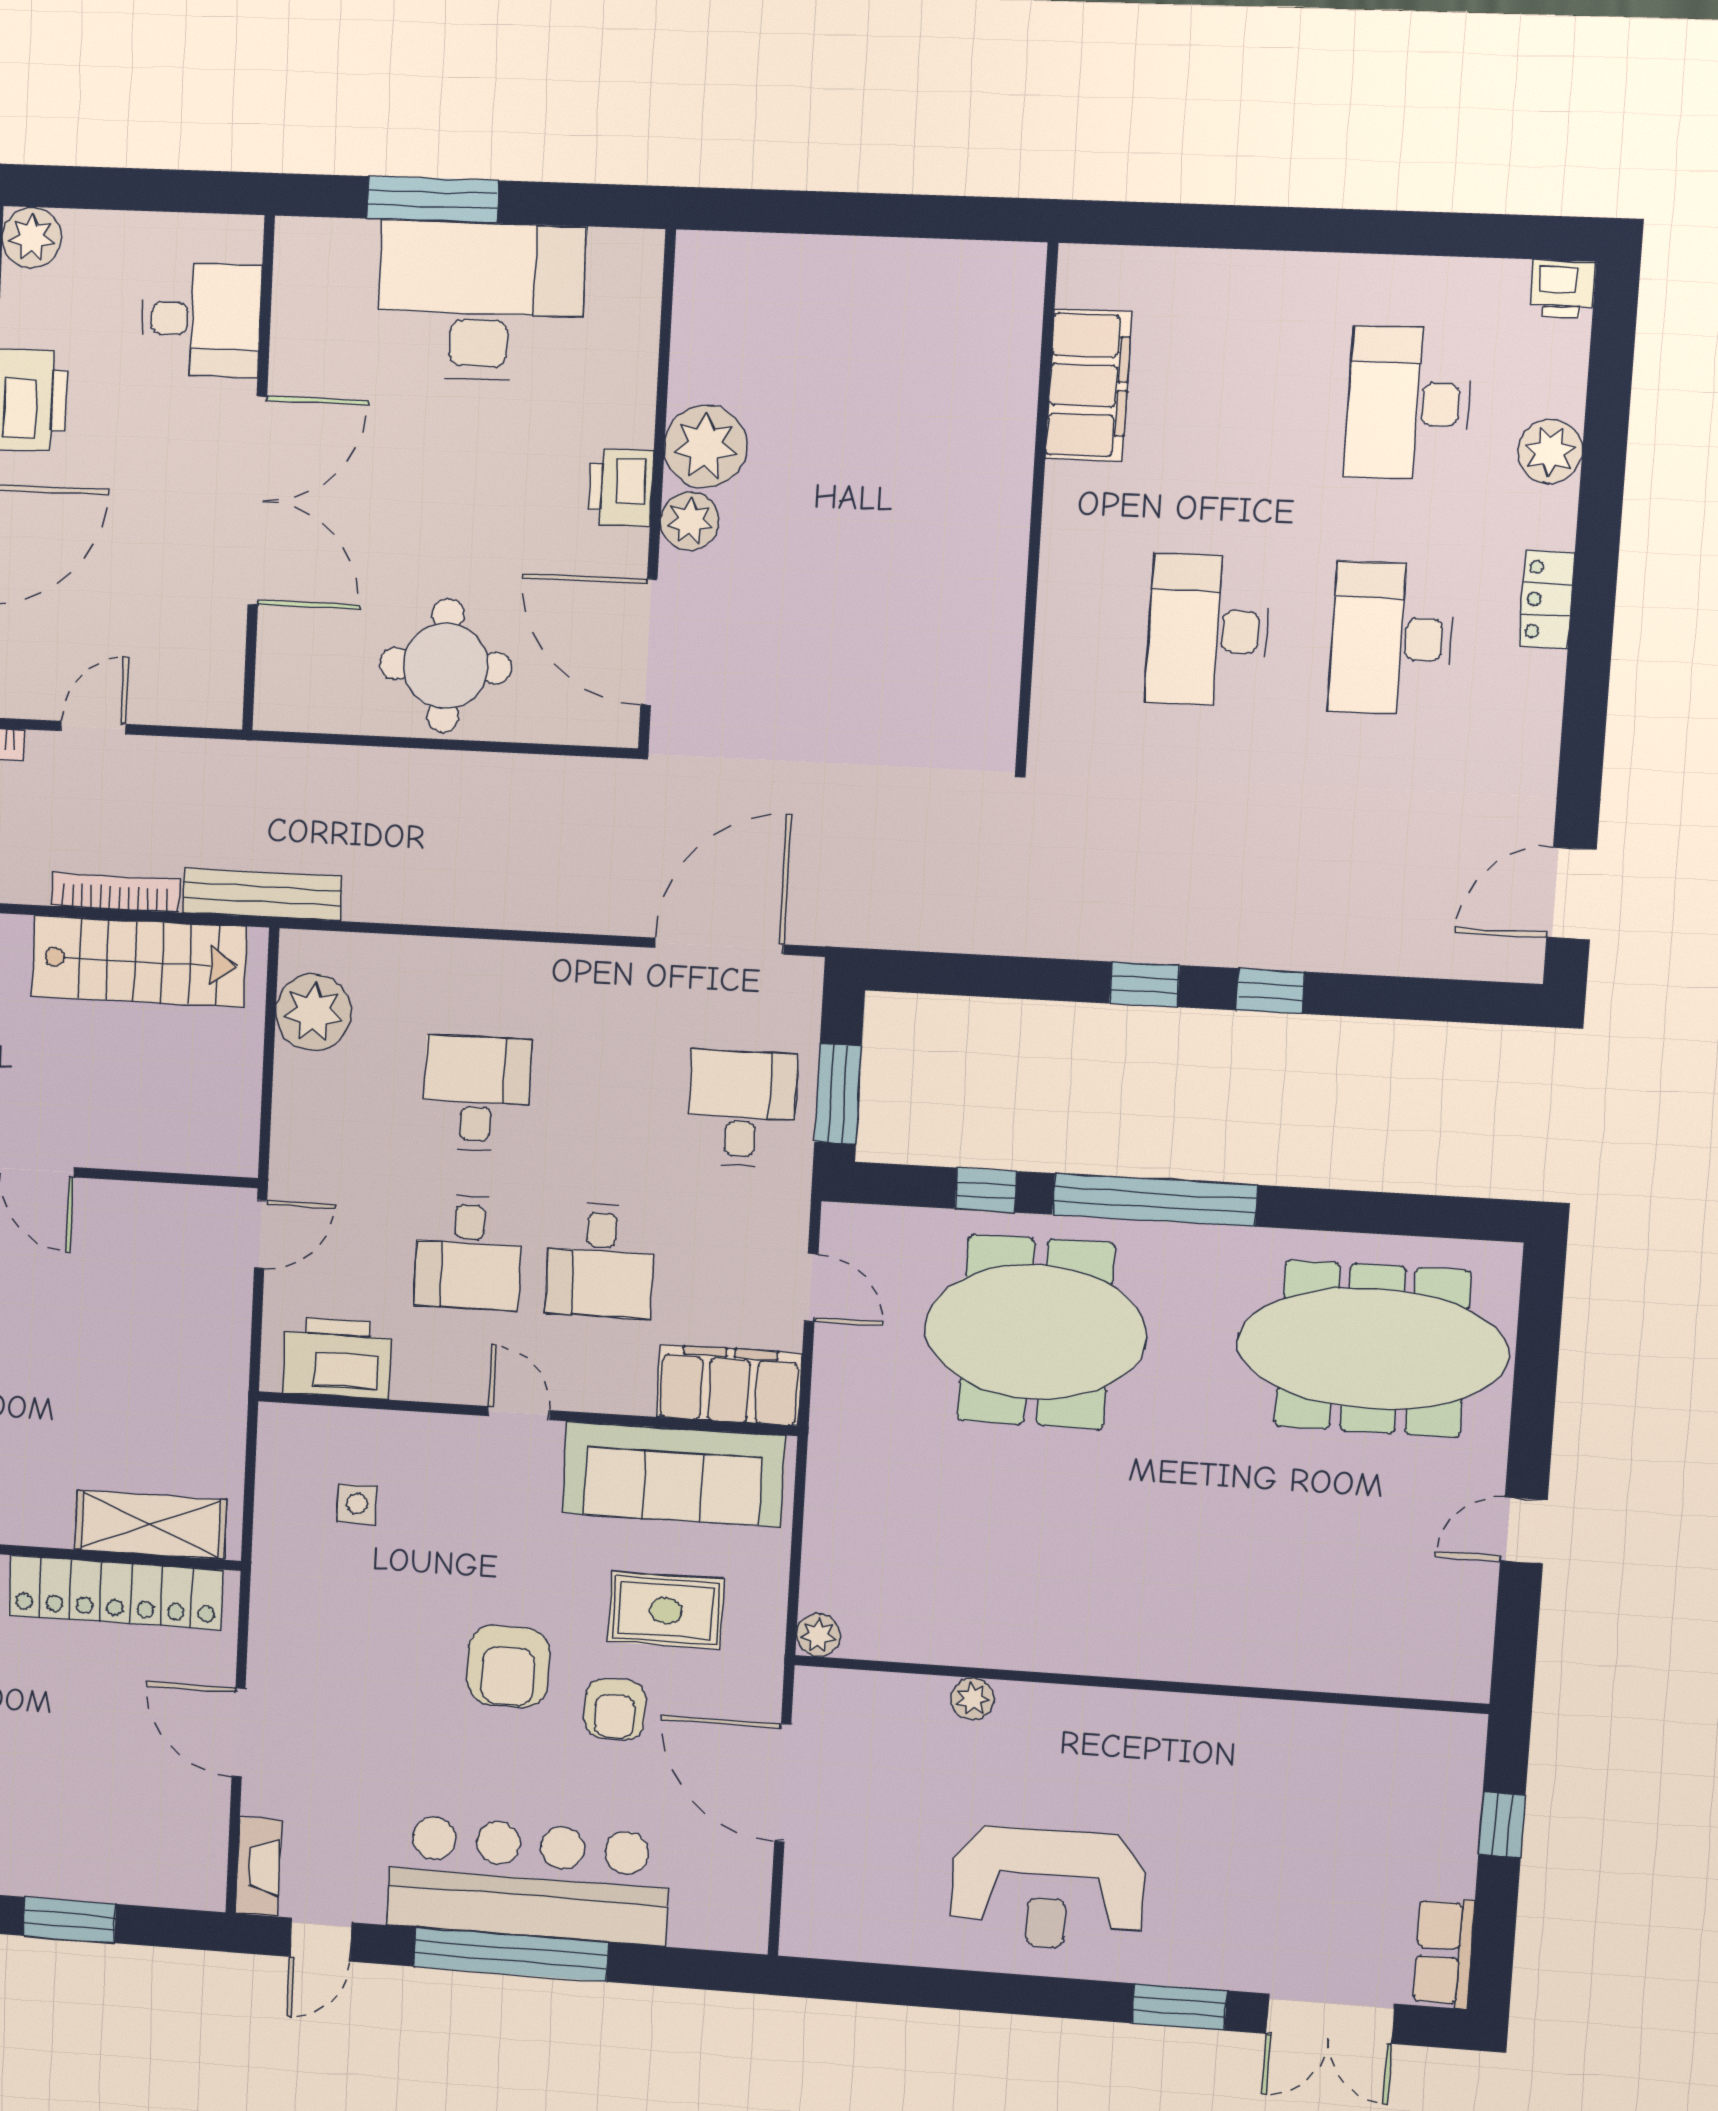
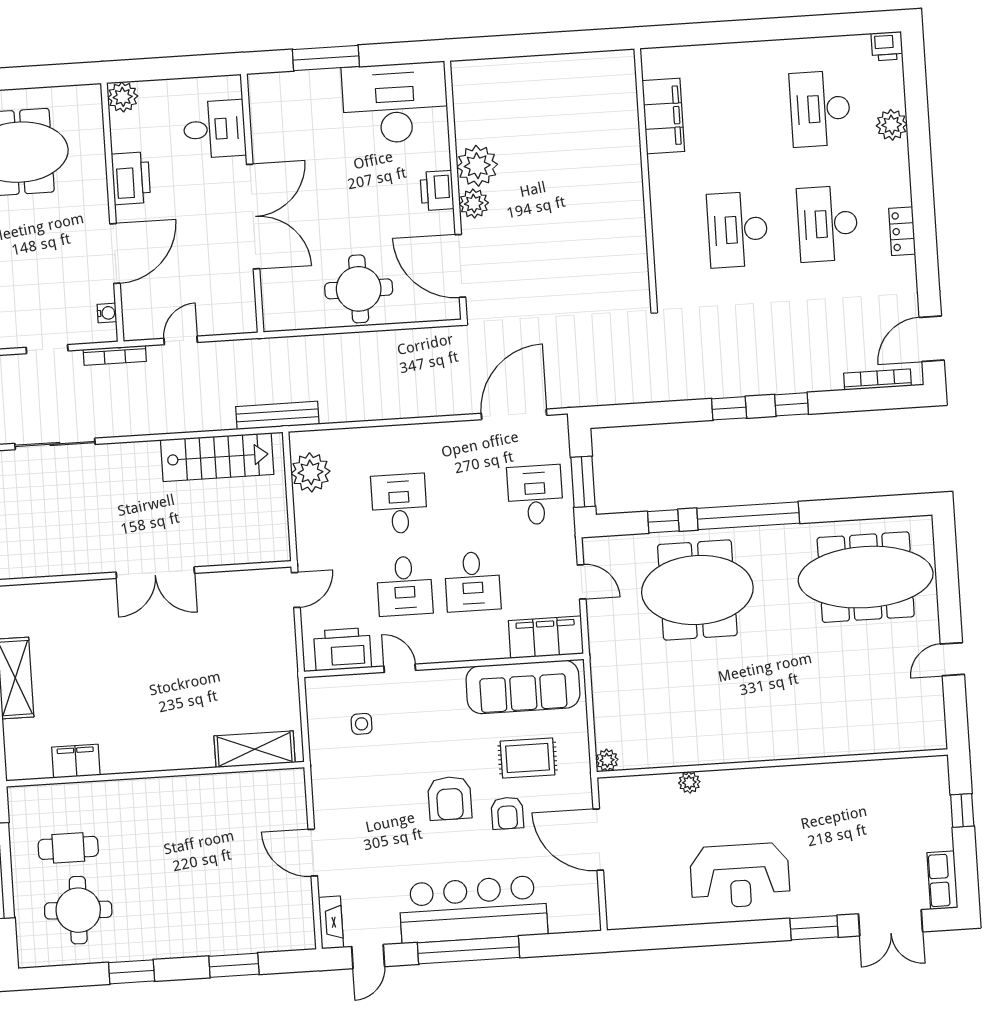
desk: (480, 301) -> (395, 103), moved
locker: (1547, 600) -> (902, 231), moved
bookcase: (115, 893) -> (878, 380), moved
door: (519, 1413) -> (400, 668), moved
locker: (116, 1593) -> (240, 787), removed

